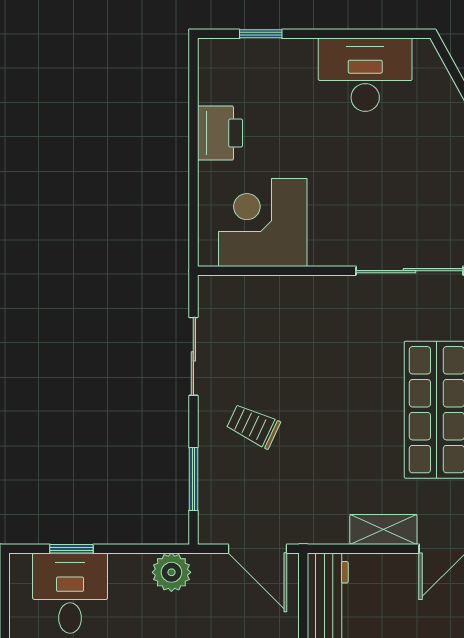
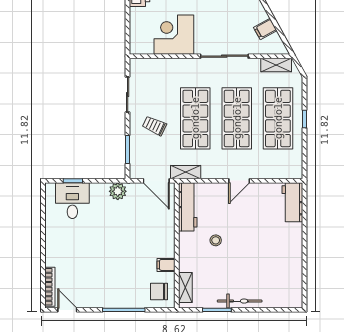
corner desk: (263, 222) -> (174, 35), moved
shop shelf: (345, 410) -> (195, 118), added
shelving: (383, 530) -> (186, 172), moved

